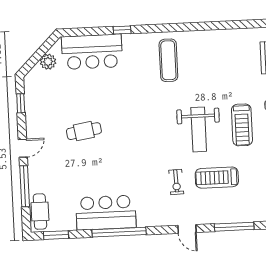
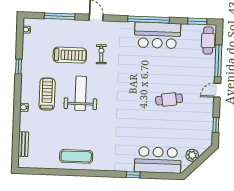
exercise mat: (168, 60) -> (76, 156), moved, turned 90

